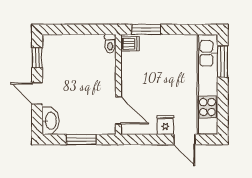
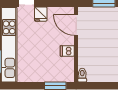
dishwasher: (130, 44) -> (67, 51), moved

